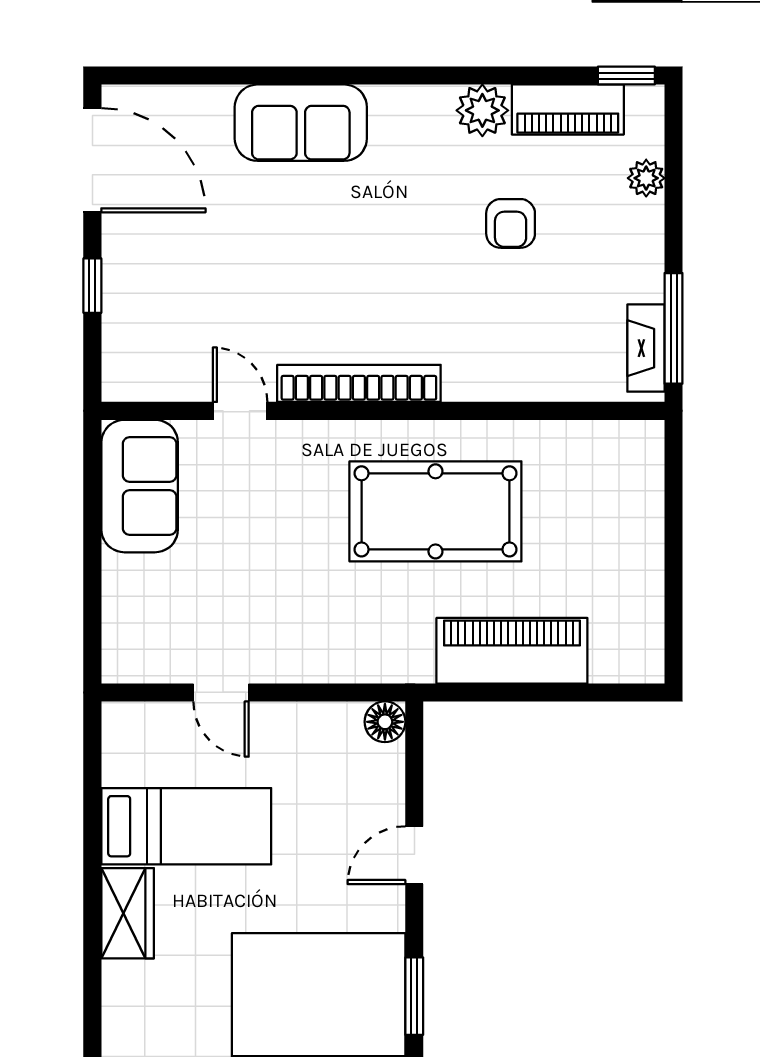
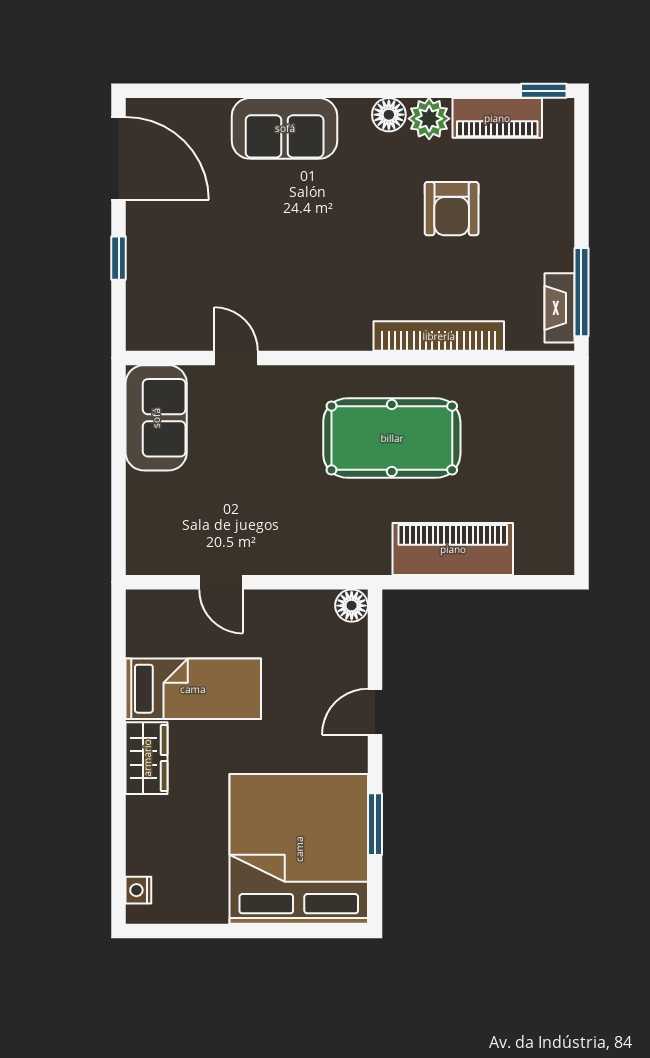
floor lamp: (432, 106) -> (389, 115), added
plant: (646, 178) -> (560, 173), removed
armchair: (511, 223) -> (452, 209), width x1.38, depth x1.38
bookcase: (359, 383) -> (439, 336), moved

